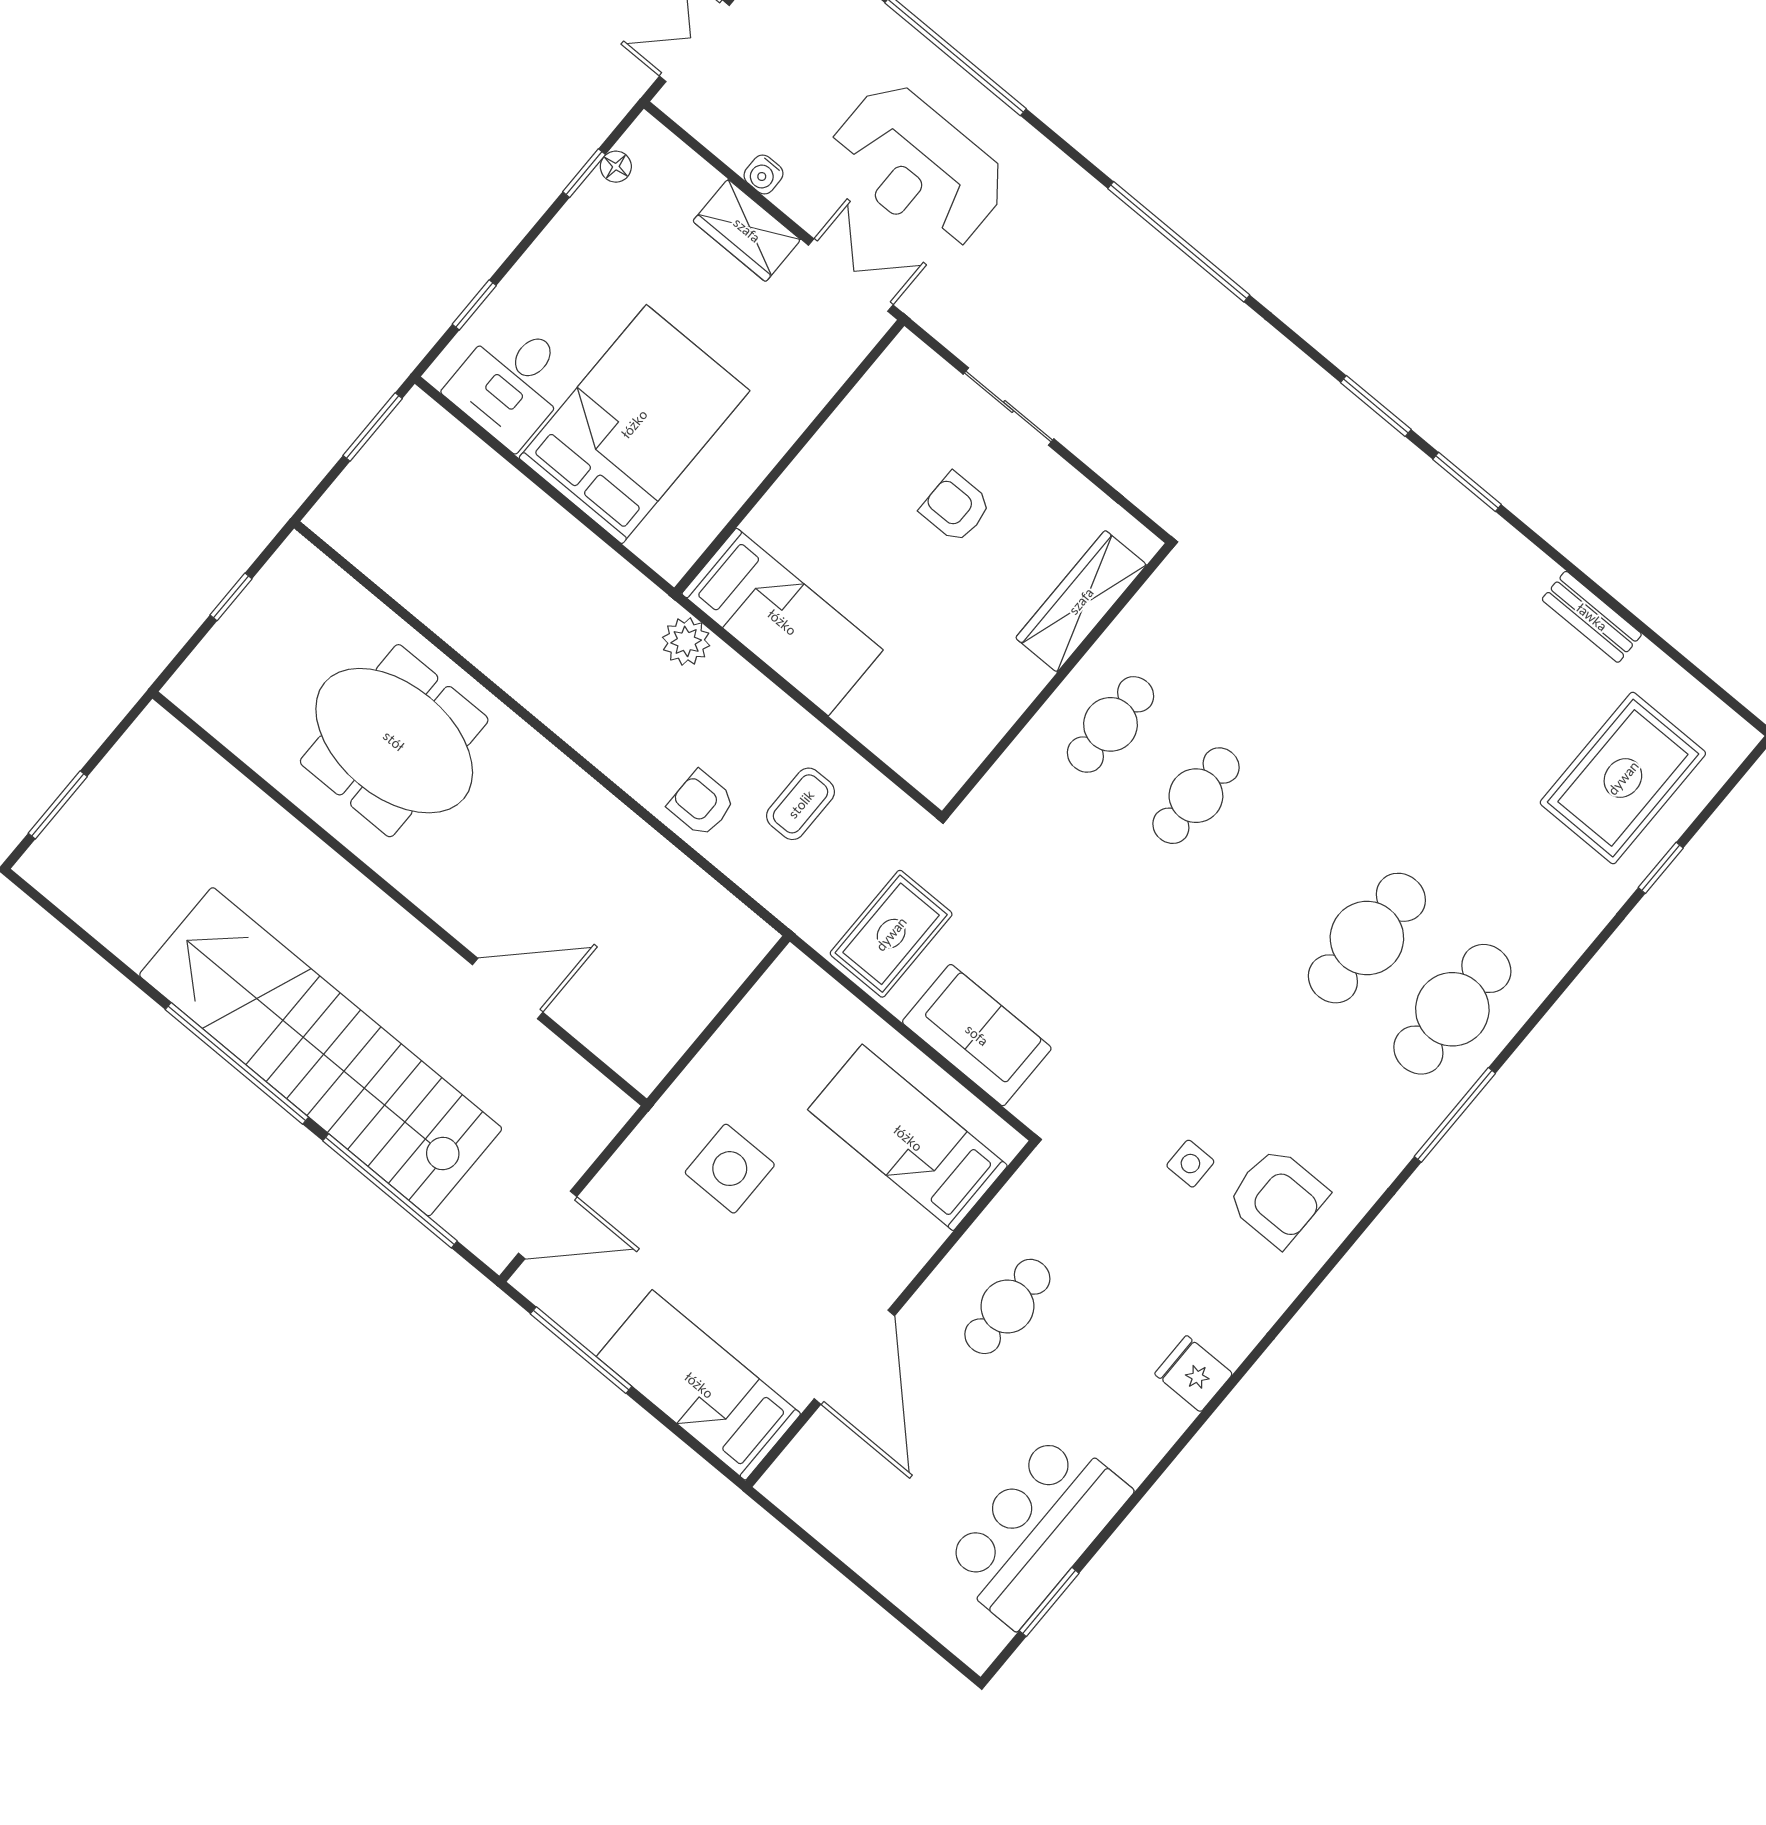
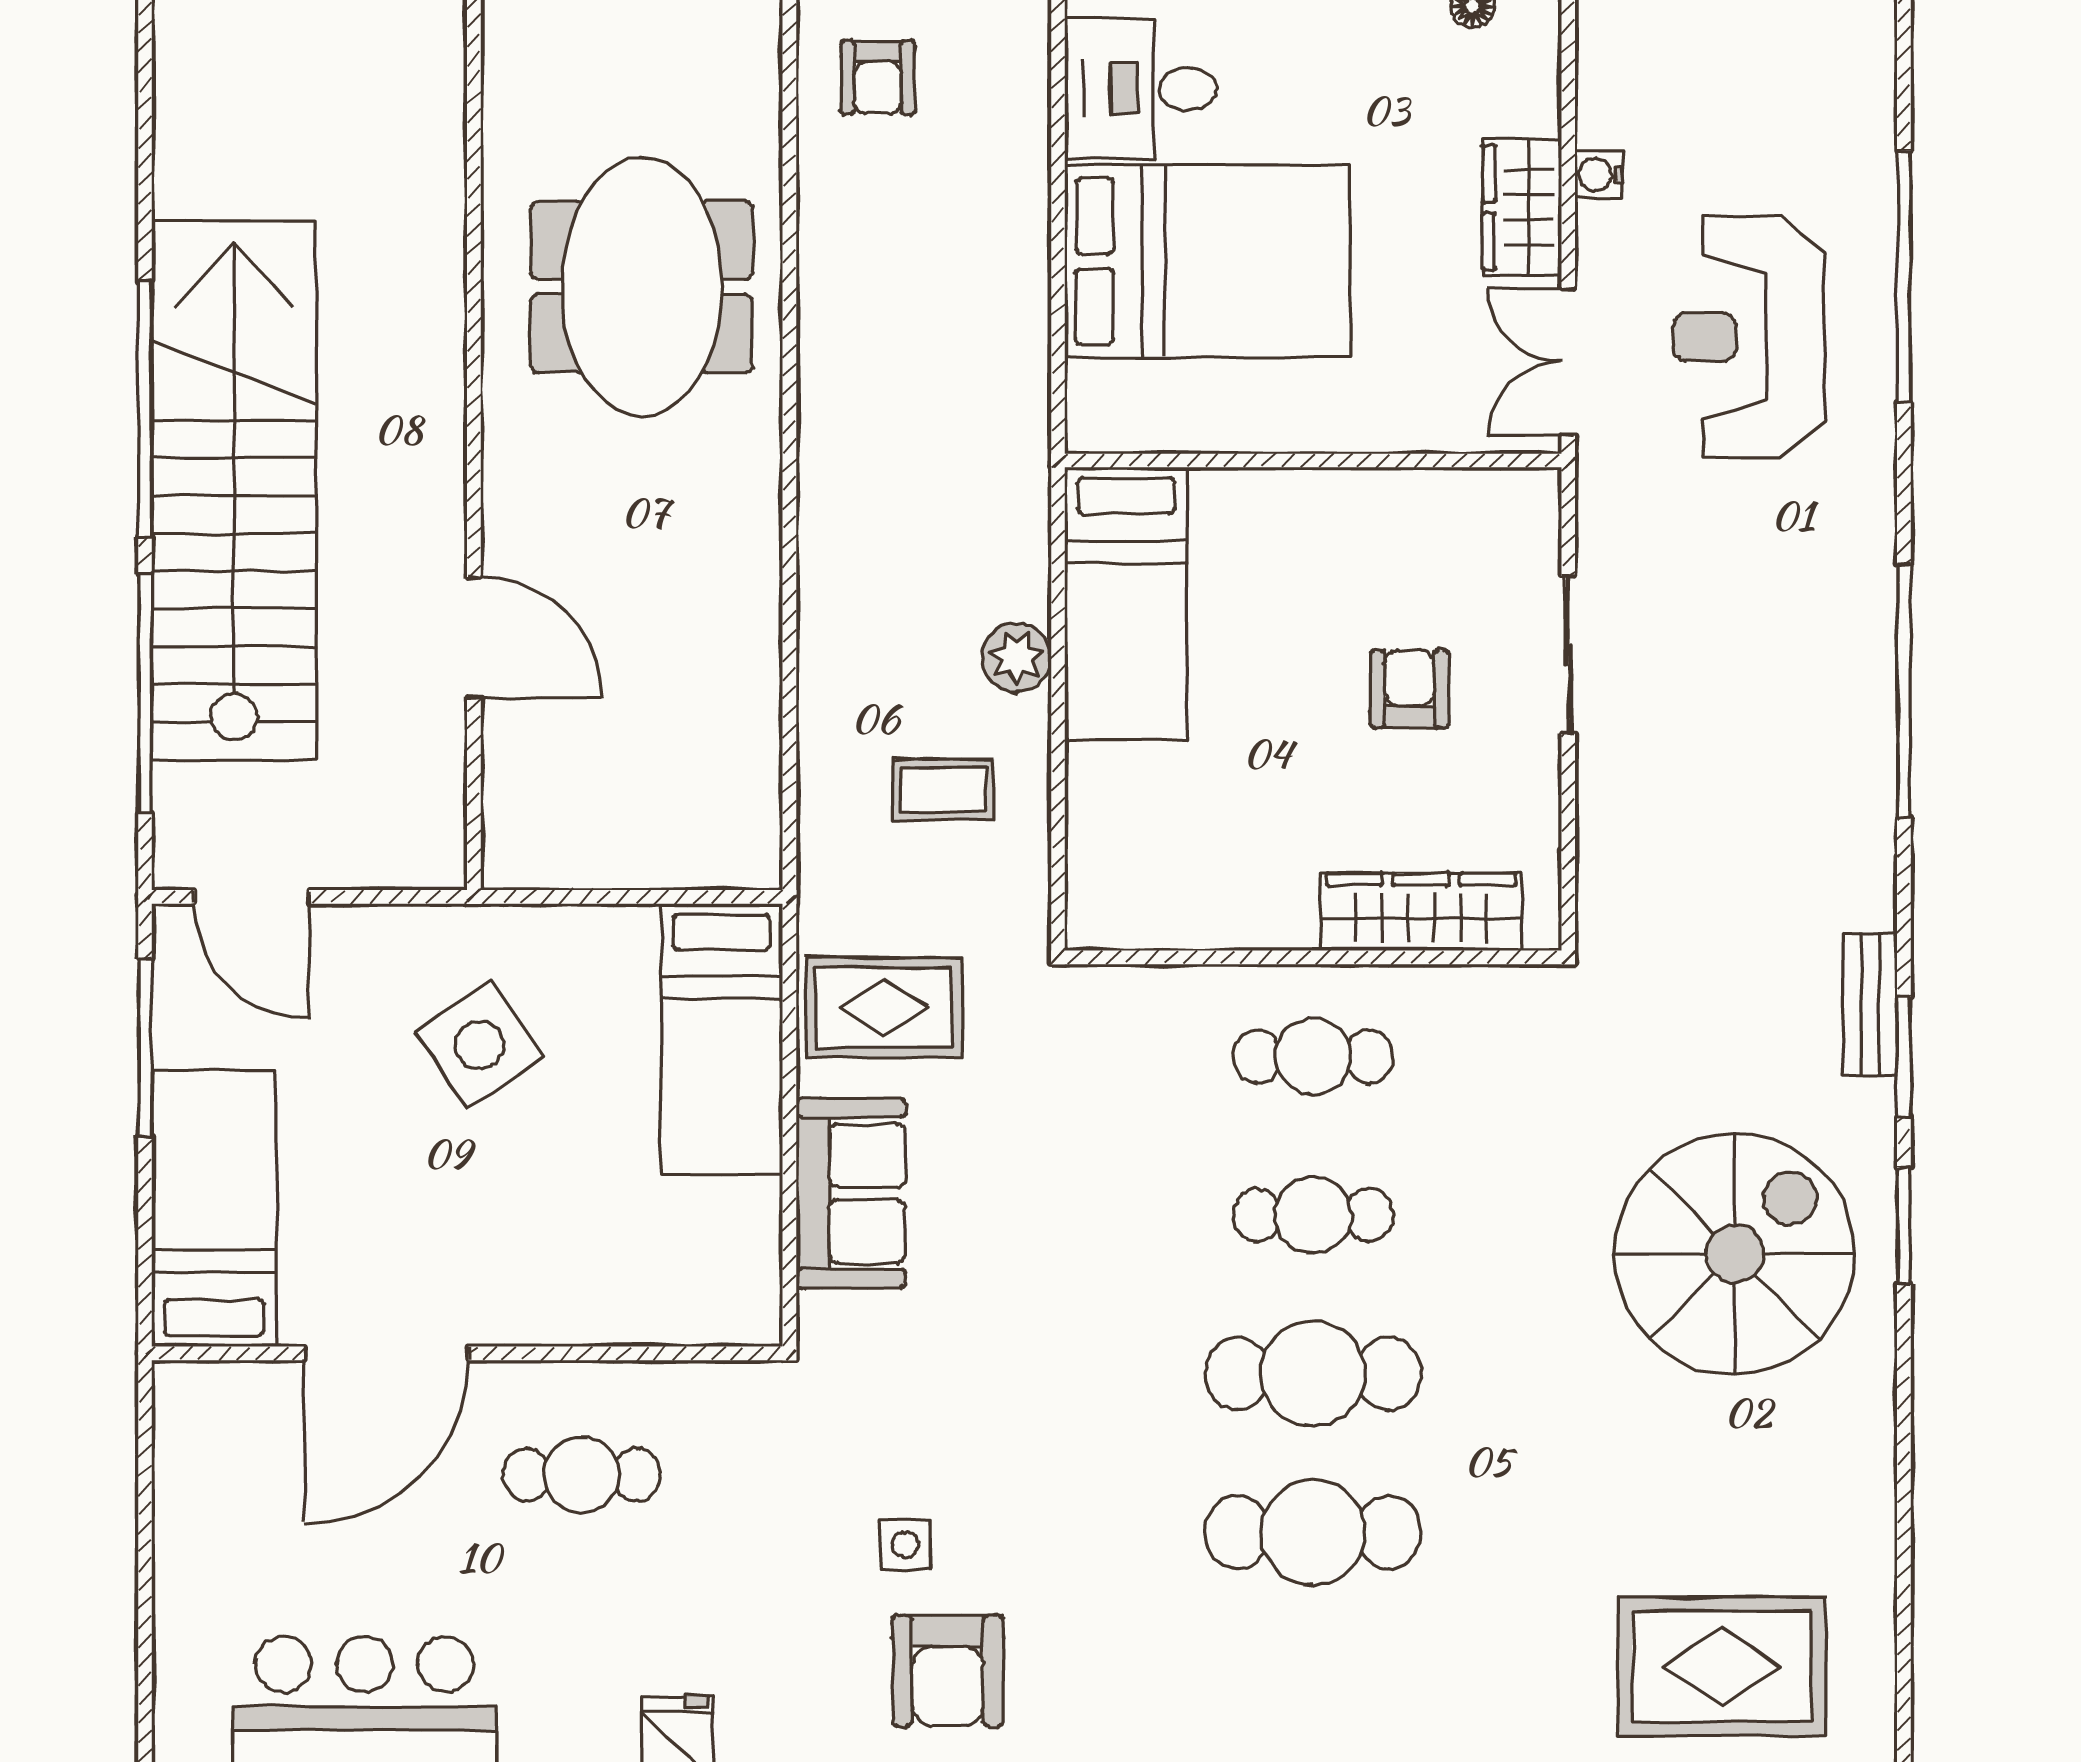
double door: (851, 275) -> (1568, 362), swing flipped
spiral stairs: (1406, 586) -> (1735, 1254), added
bench: (1592, 617) -> (1870, 1005), moved
plant: (686, 641) -> (1017, 658), moved
armchair: (701, 803) -> (878, 78), moved, turned 180
cafe table: (1452, 1009) -> (1313, 1374), moved
bed: (908, 1138) -> (722, 1039), moved, turned 180
side table: (730, 1169) -> (479, 1045), turned -34

